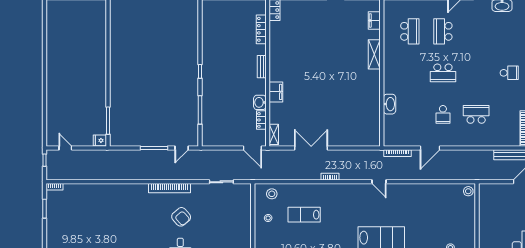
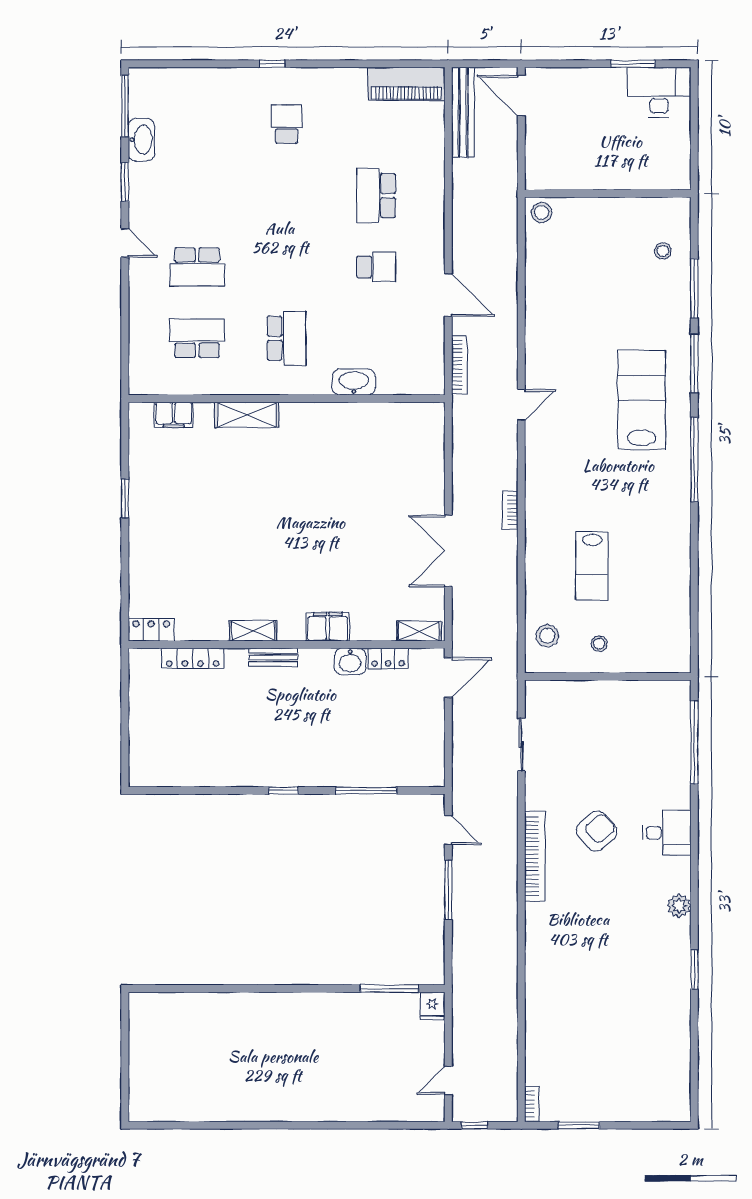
shelving: (274, 57) -> (253, 631), added
school desk: (443, 73) -> (287, 338), moved

